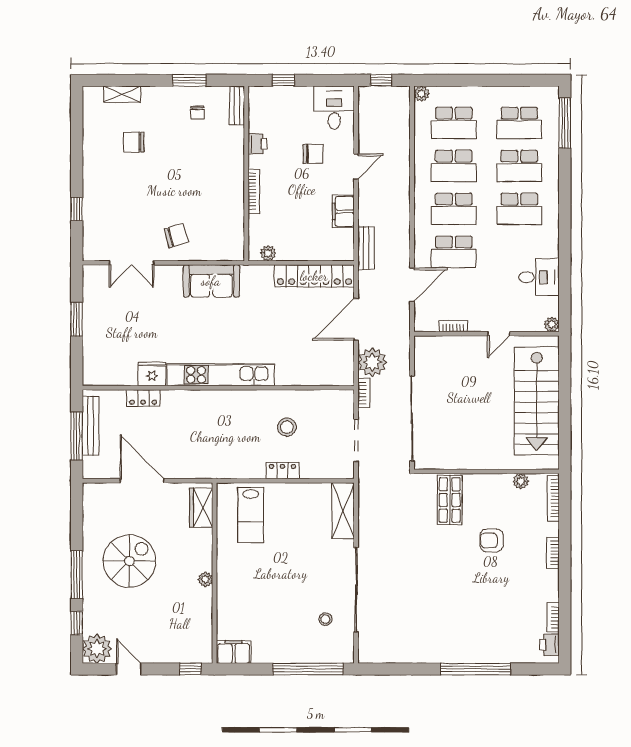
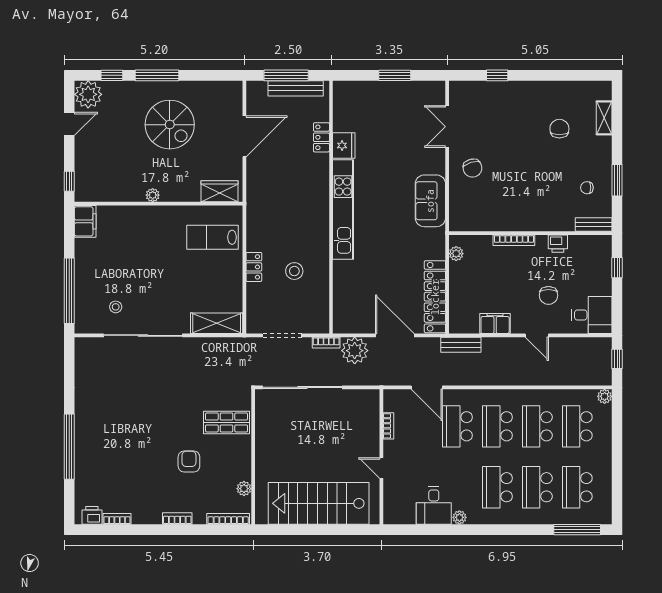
plant: (552, 324) -> (459, 517), moved

